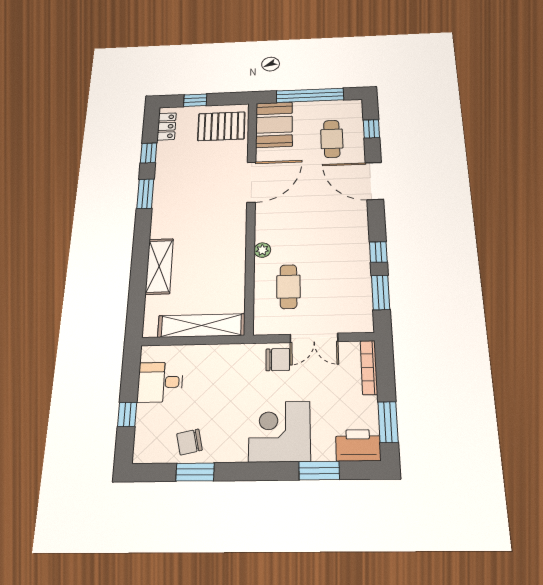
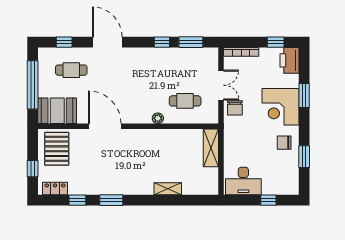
door: (374, 181) -> (107, 42), swing flipped
shelving: (159, 266) -> (168, 189), width x0.67, depth x0.75
shelving: (201, 325) -> (211, 148), width x0.68
chair: (278, 360) -> (235, 108), turned 180
desk: (160, 382) -> (243, 181), width x1.37
window: (388, 422) -> (276, 42), width x0.67
chair: (189, 442) -> (284, 143), moved, turned 102
window: (319, 471) -> (304, 95), moved

